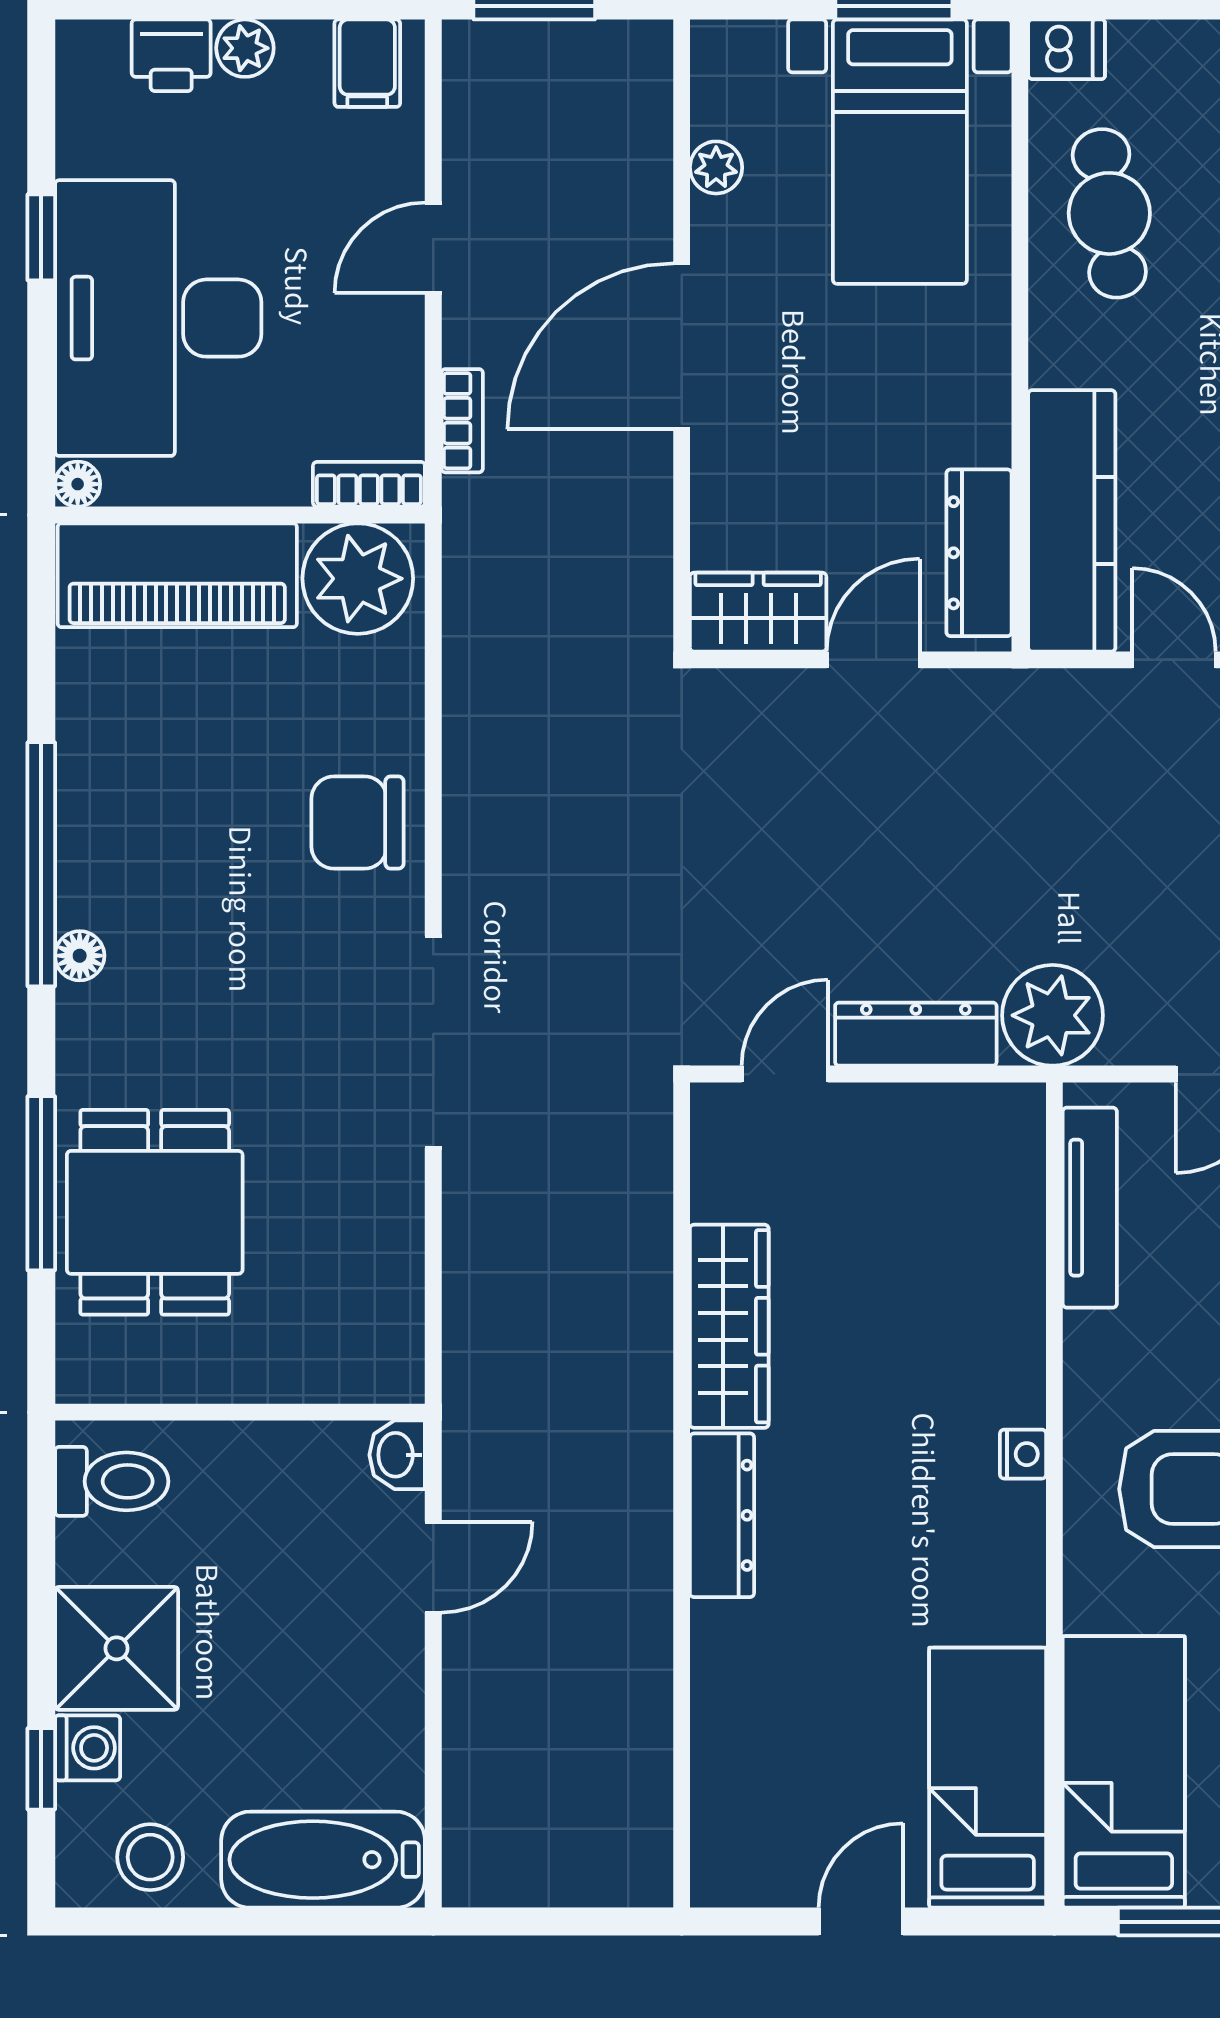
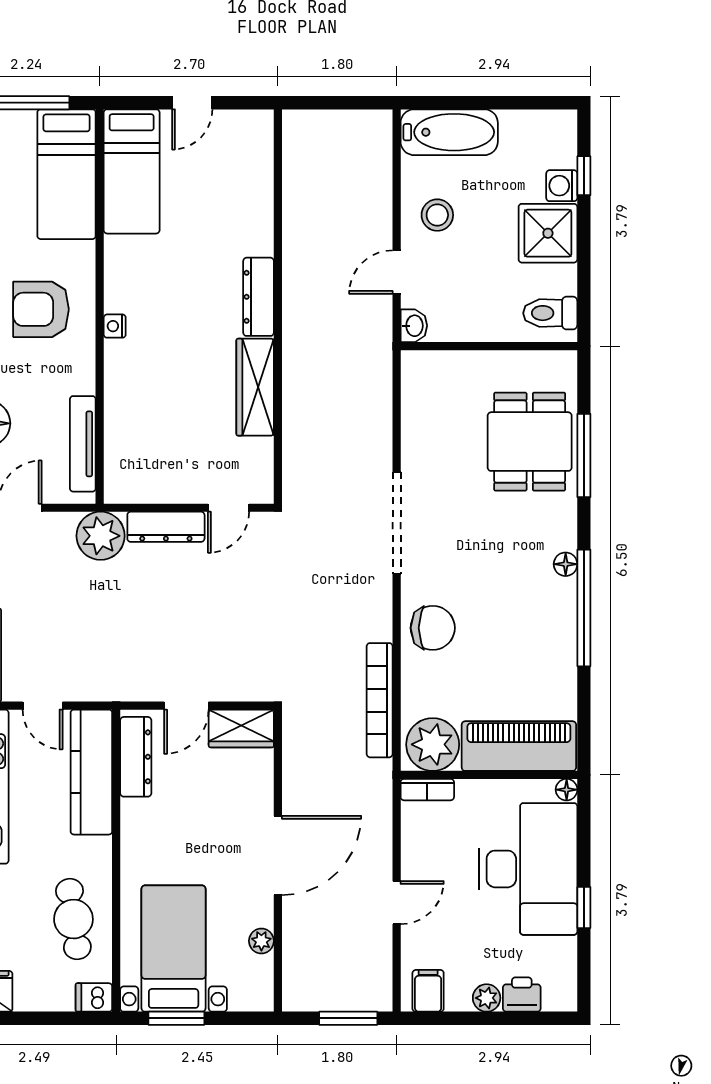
bookcase: (462, 421) -> (380, 700), moved, width x2.31, depth x1.31
stool: (150, 1857) -> (437, 215), moved

